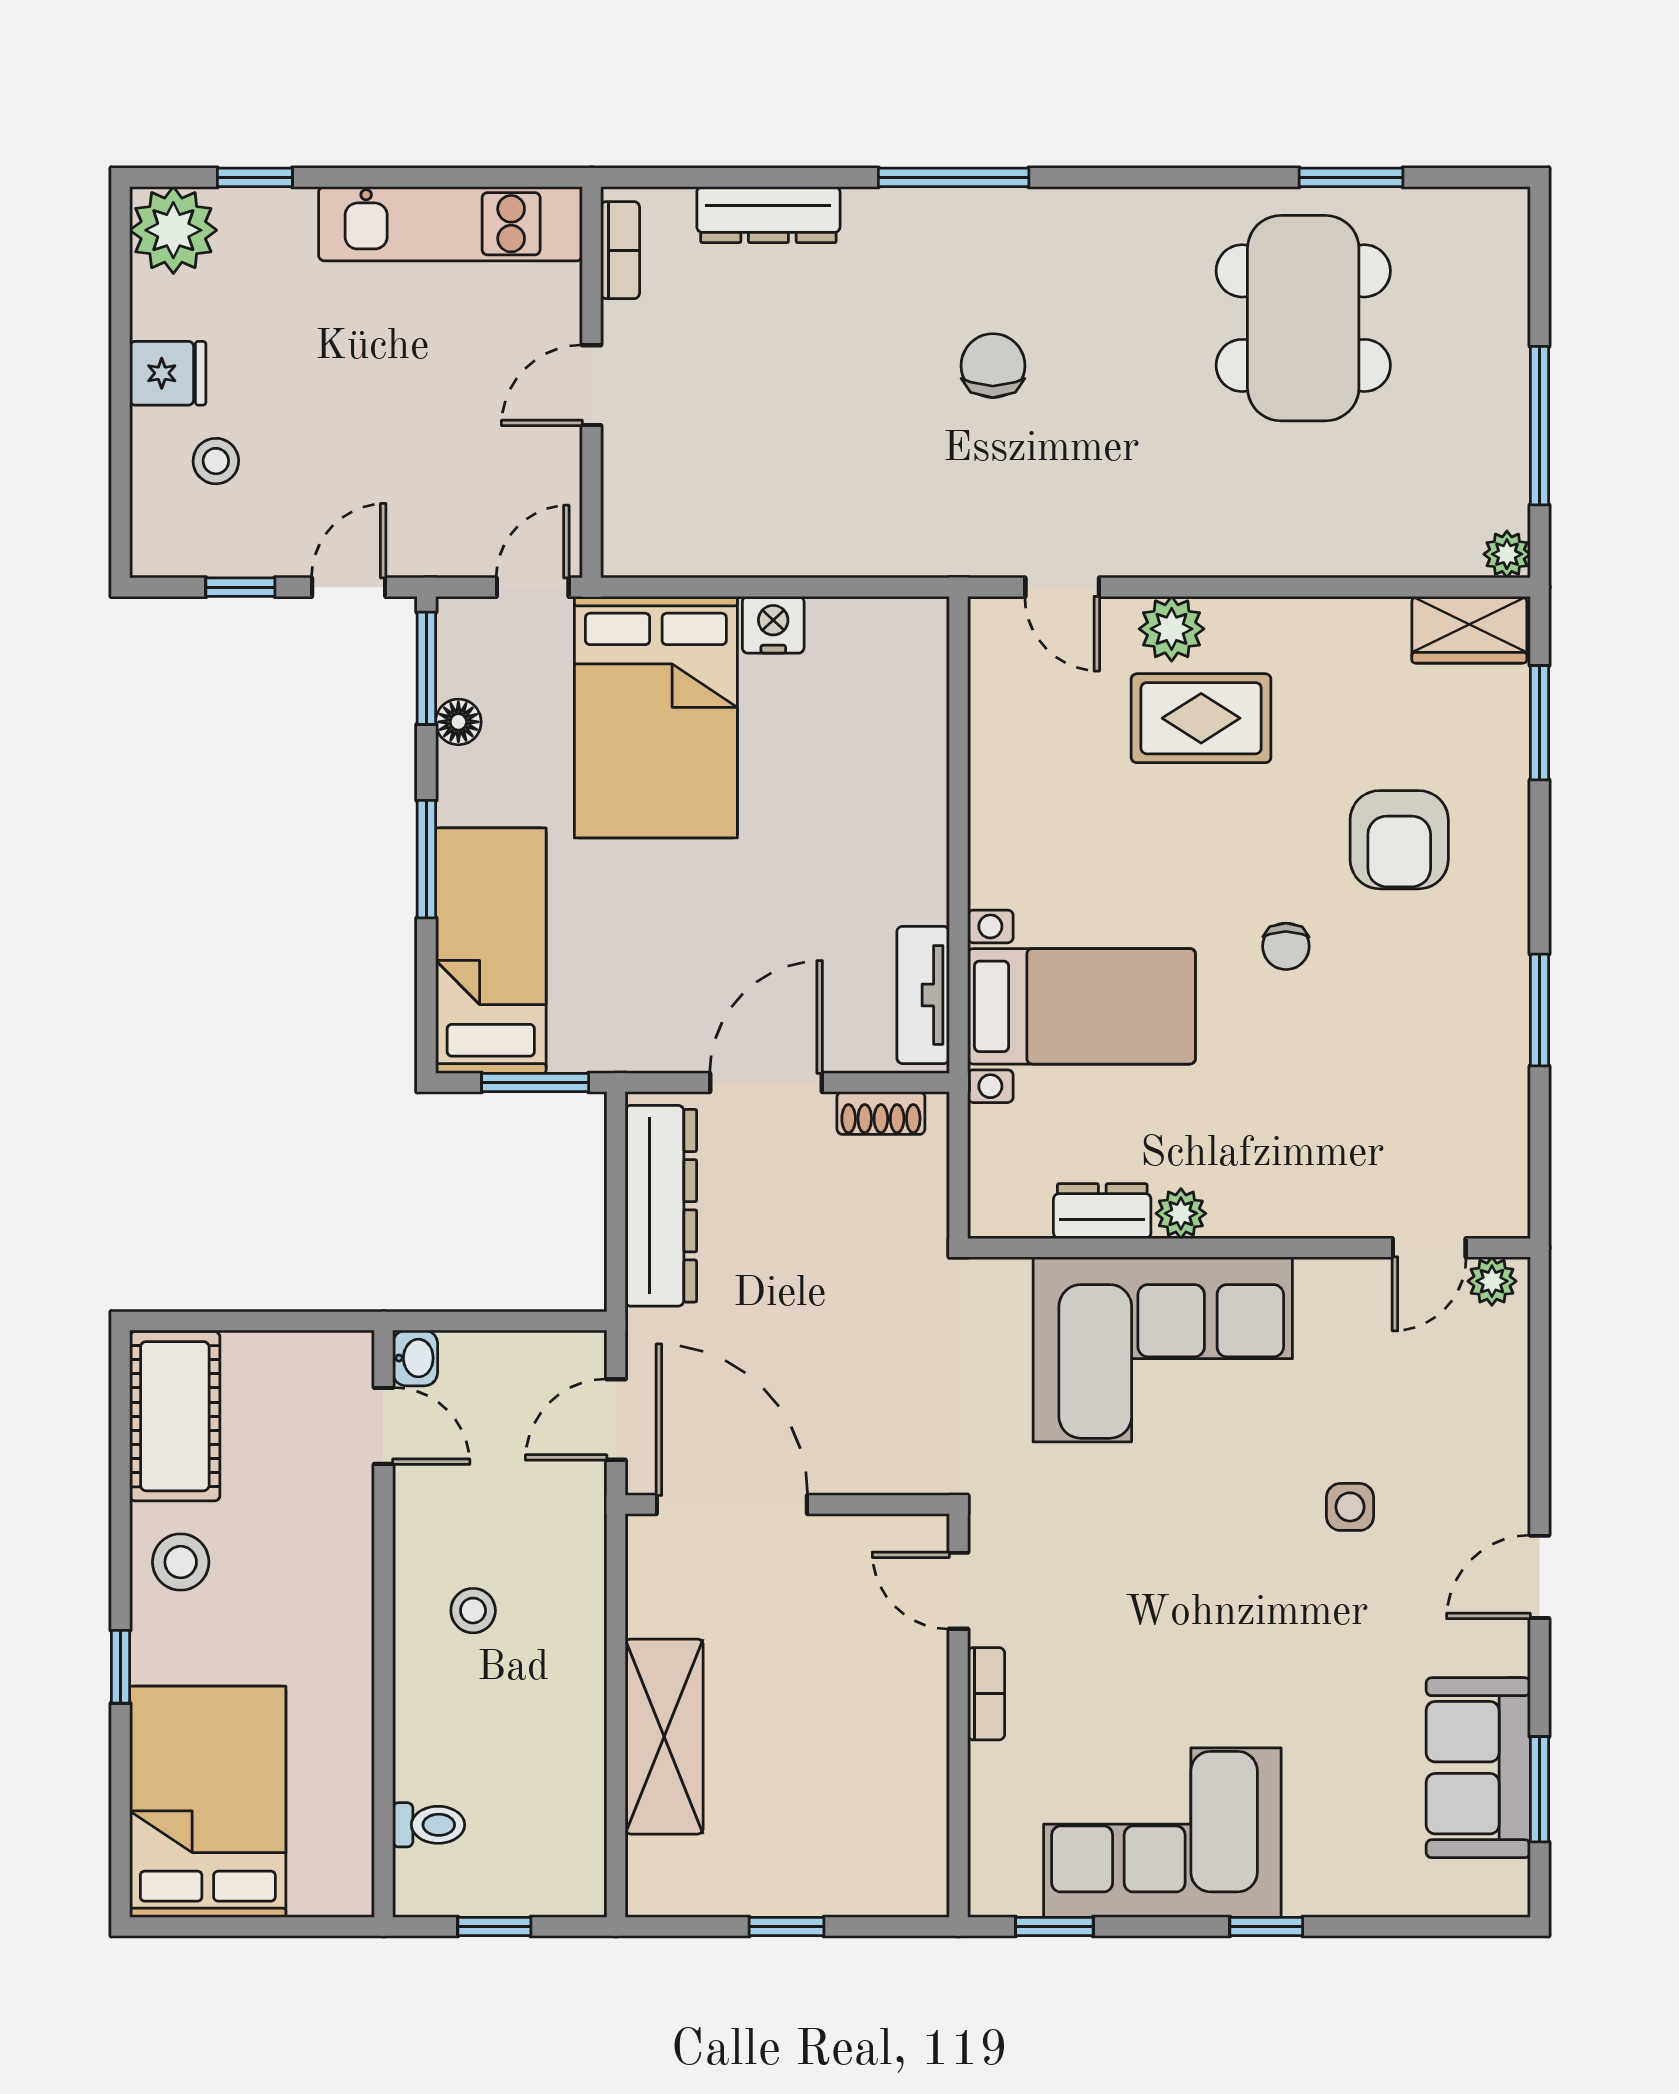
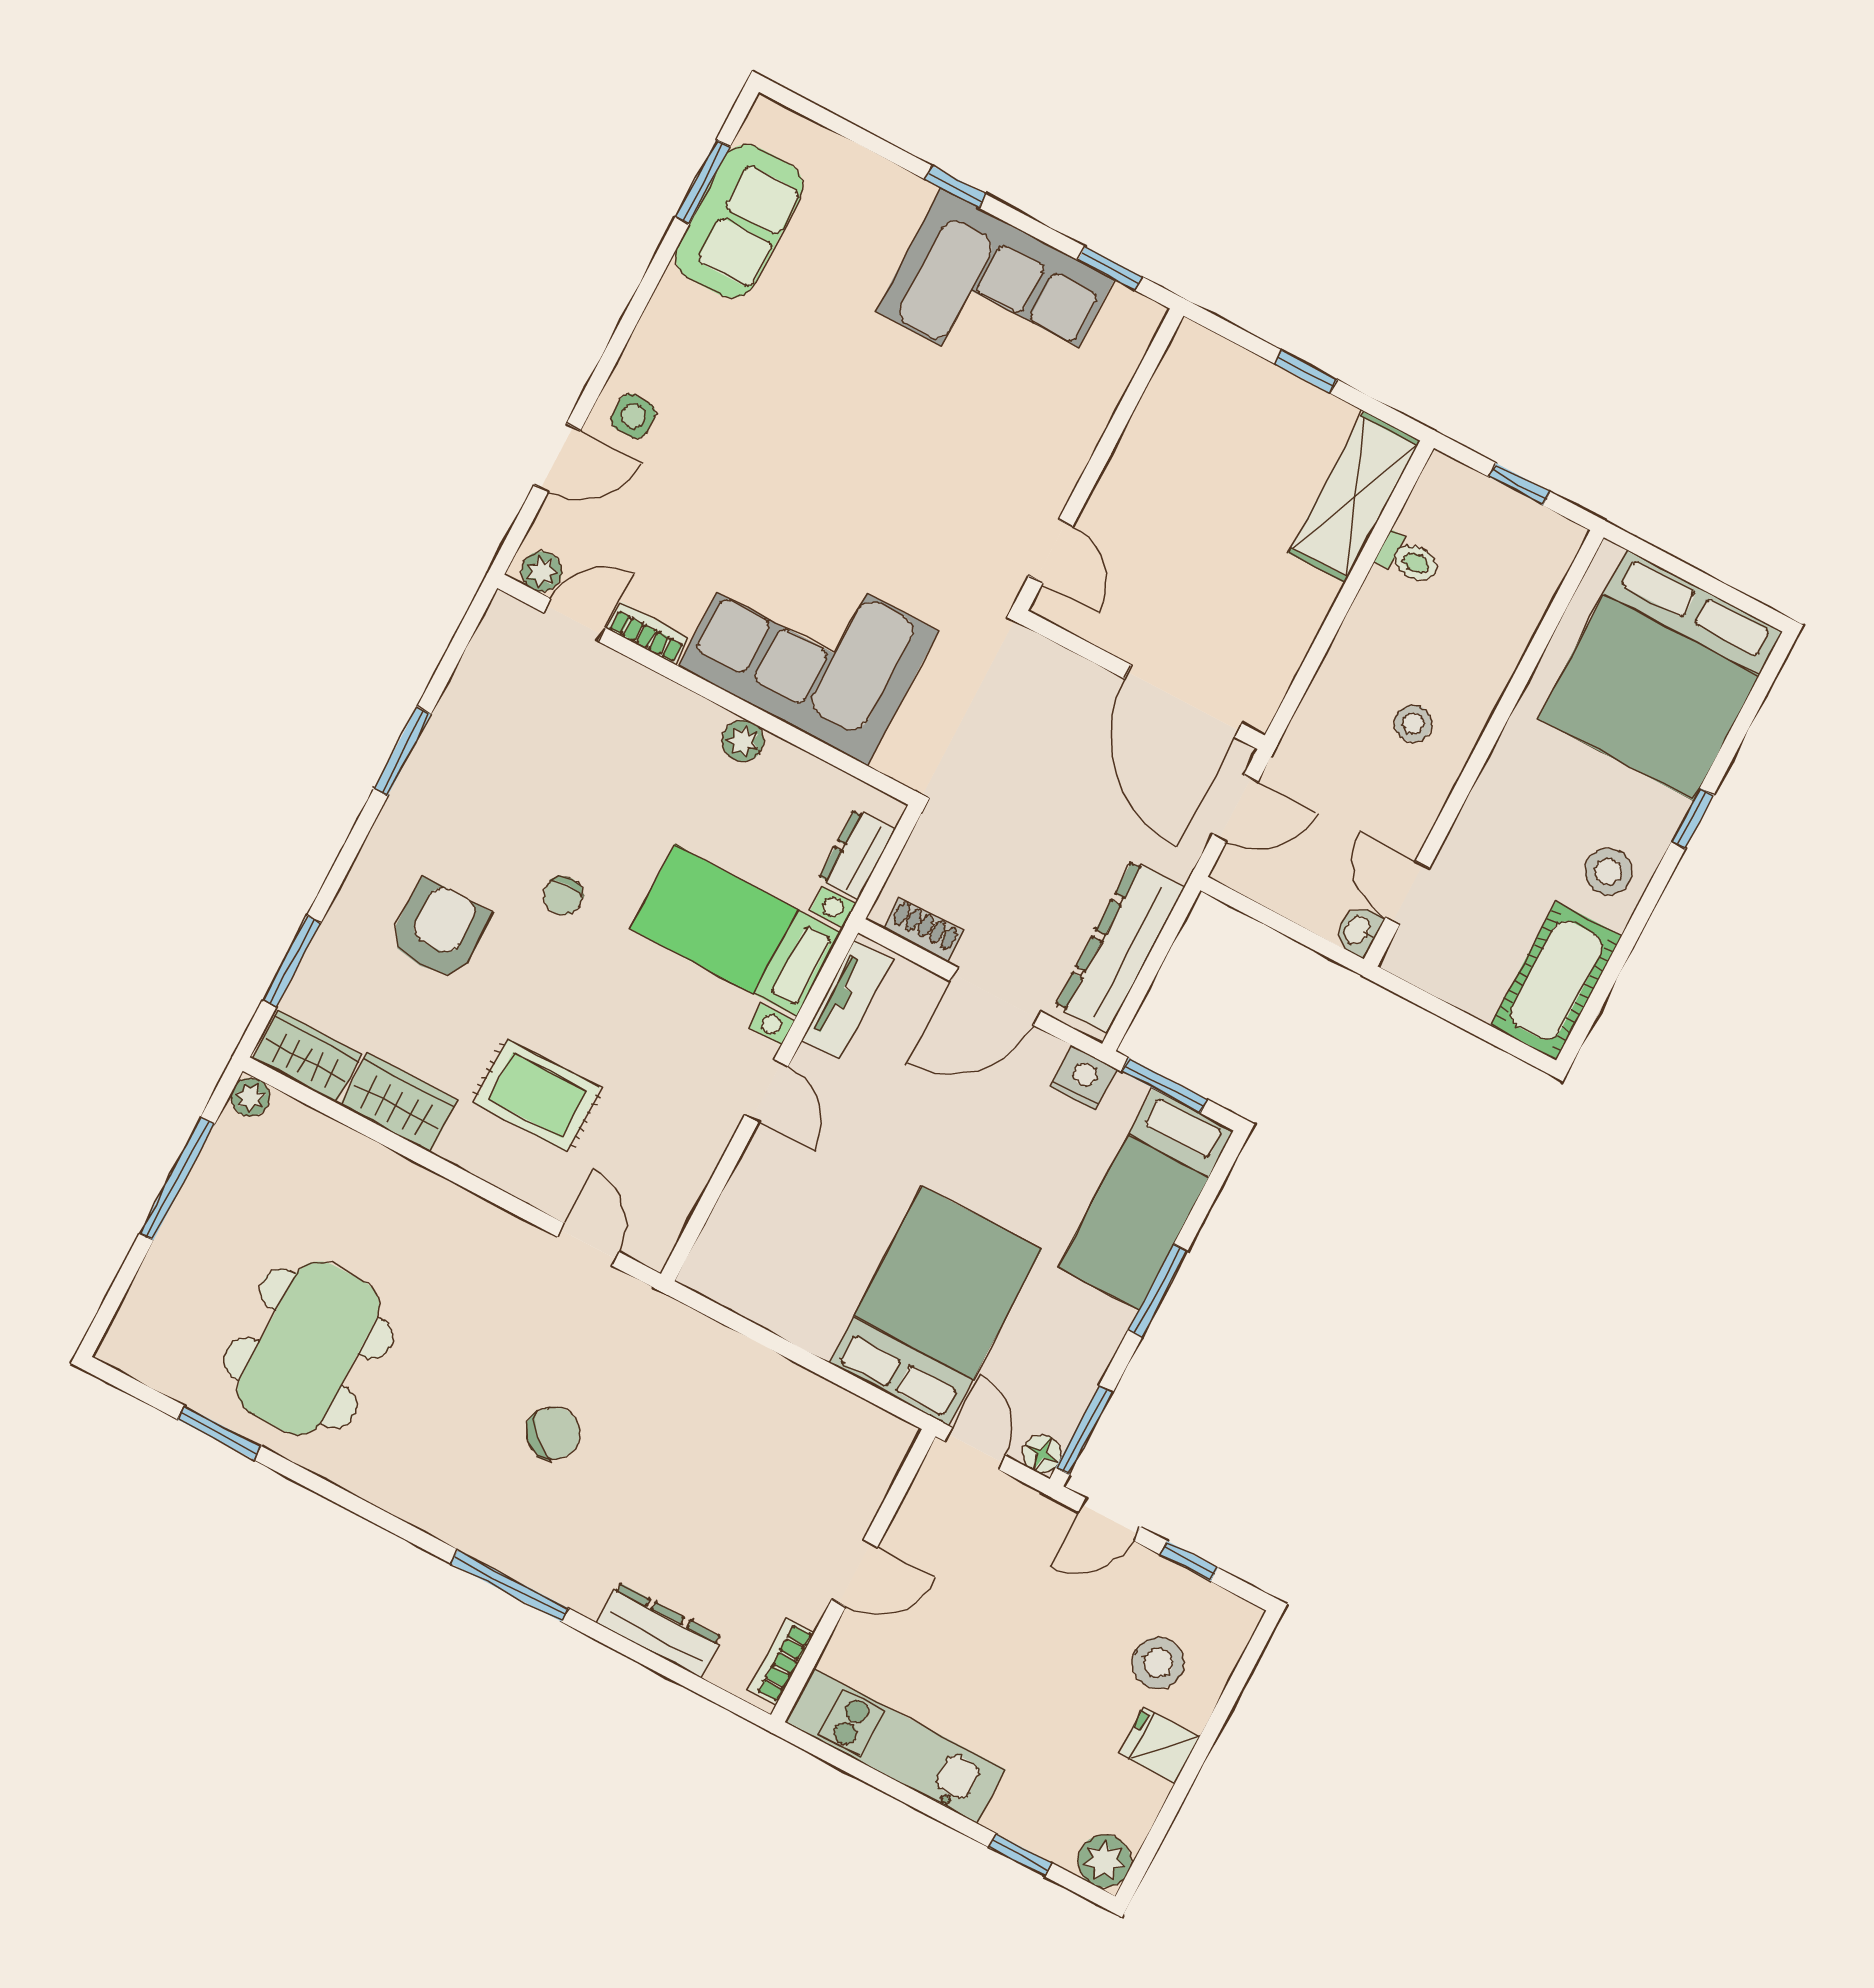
plant: (173, 230) -> (1104, 1861), width x0.73, depth x0.73
chair: (993, 366) -> (553, 1433), turned -135
stool: (216, 461) -> (1158, 1663), width x1.37, depth x1.37
door: (533, 587) -> (975, 1449), swing flipped
nightstand: (773, 625) -> (1084, 1078), moved, turned 180
plant: (1172, 629) -> (524, 1172), removed
wardrobe: (1345, 632) -> (399, 1102), added
floor lamp: (458, 722) -> (1042, 1454), moved
door: (958, 852) -> (766, 1091), added
chair: (1286, 946) -> (563, 896), turned 180
dresser: (1102, 1211) -> (857, 854), moved, turned 90
side table: (1350, 1507) -> (633, 416), moved
door: (1539, 1577) -> (557, 458), moved
bookcase: (986, 1694) -> (648, 633), moved, turned 90
shelving: (664, 1737) -> (1354, 497), moved
bed: (208, 1802) -> (1660, 675), width x1.36
toilet: (429, 1825) -> (1409, 559), moved, turned 180

